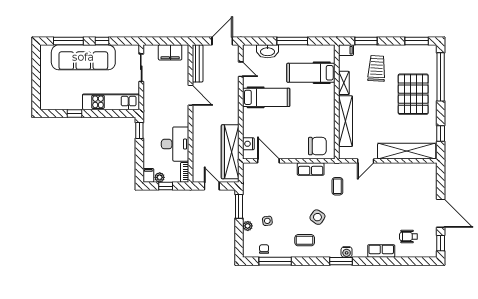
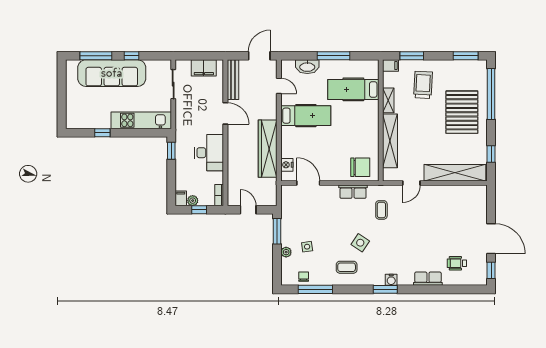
desk: (175, 144) -> (209, 153), moved
wardrobe: (230, 152) -> (268, 149), moved

